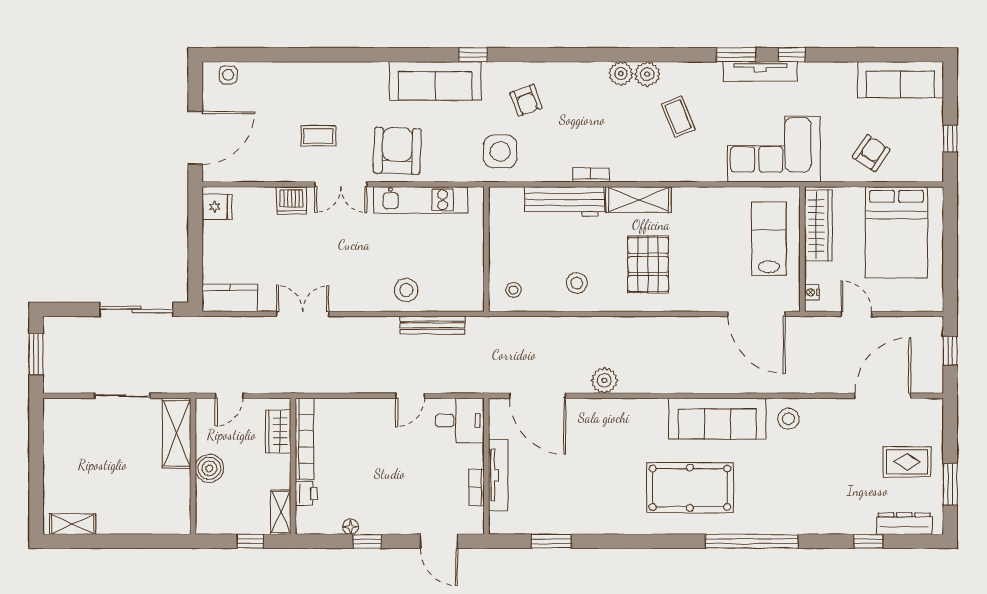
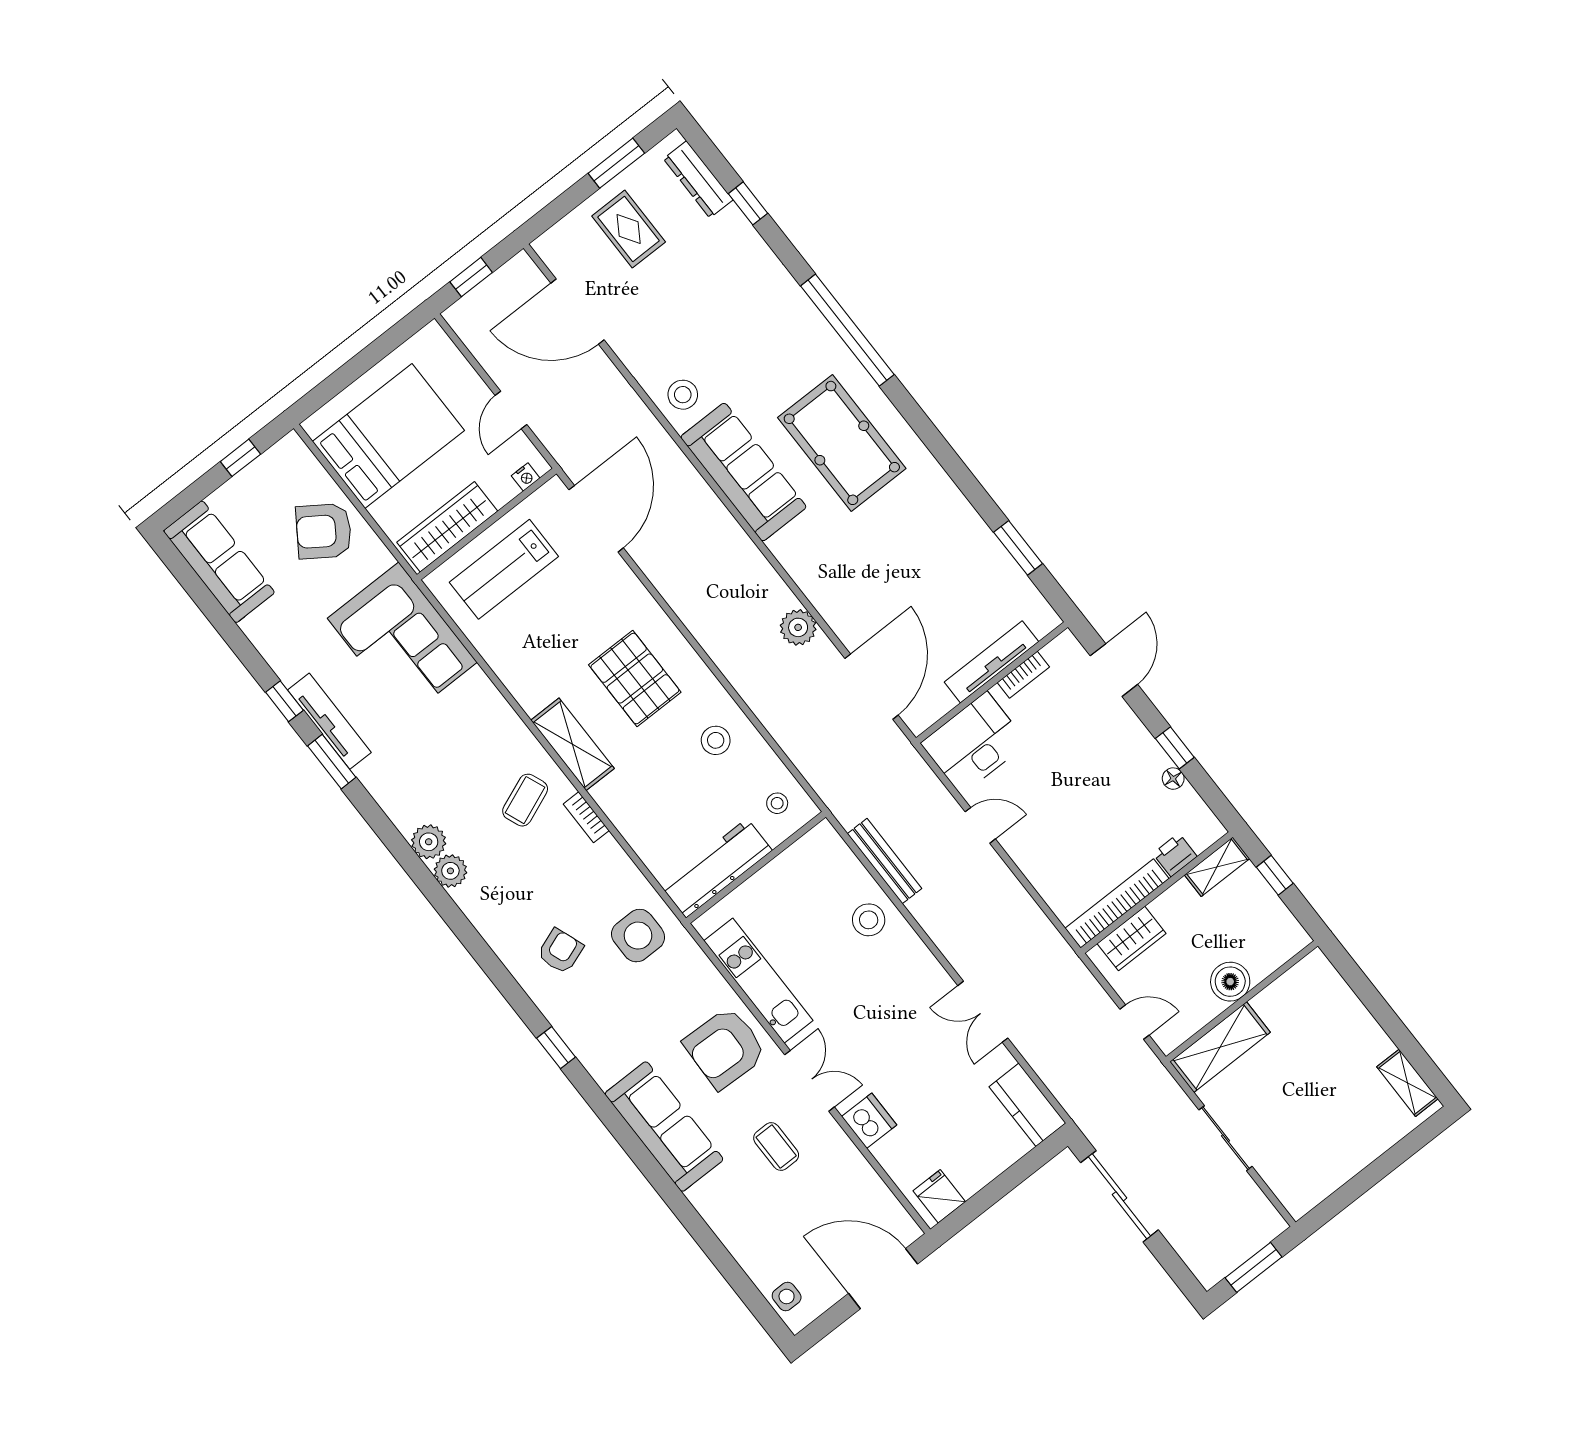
sofa: (435, 81) -> (664, 1127), moved
coffee table: (678, 117) -> (525, 800), moved
armchair: (871, 153) -> (324, 531), width x1.38, depth x1.38
workbench: (564, 202) -> (717, 868), moved, turned -90
pallet: (648, 265) -> (635, 679), turned 90
desk: (460, 421) -> (974, 743), width x1.37

